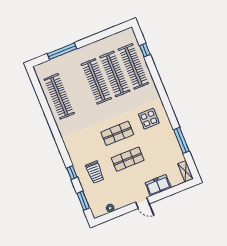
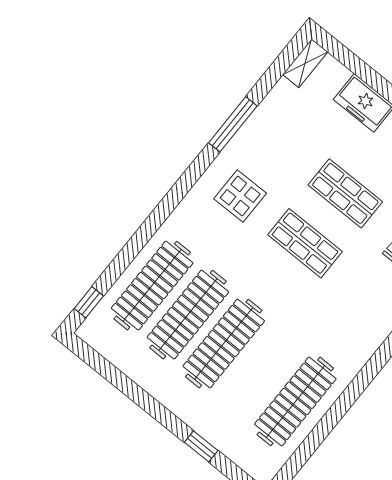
window: (145, 50) -> (89, 302), moved
window: (62, 51) -> (201, 446), width x0.46
window: (181, 140) -> (233, 124), moved

